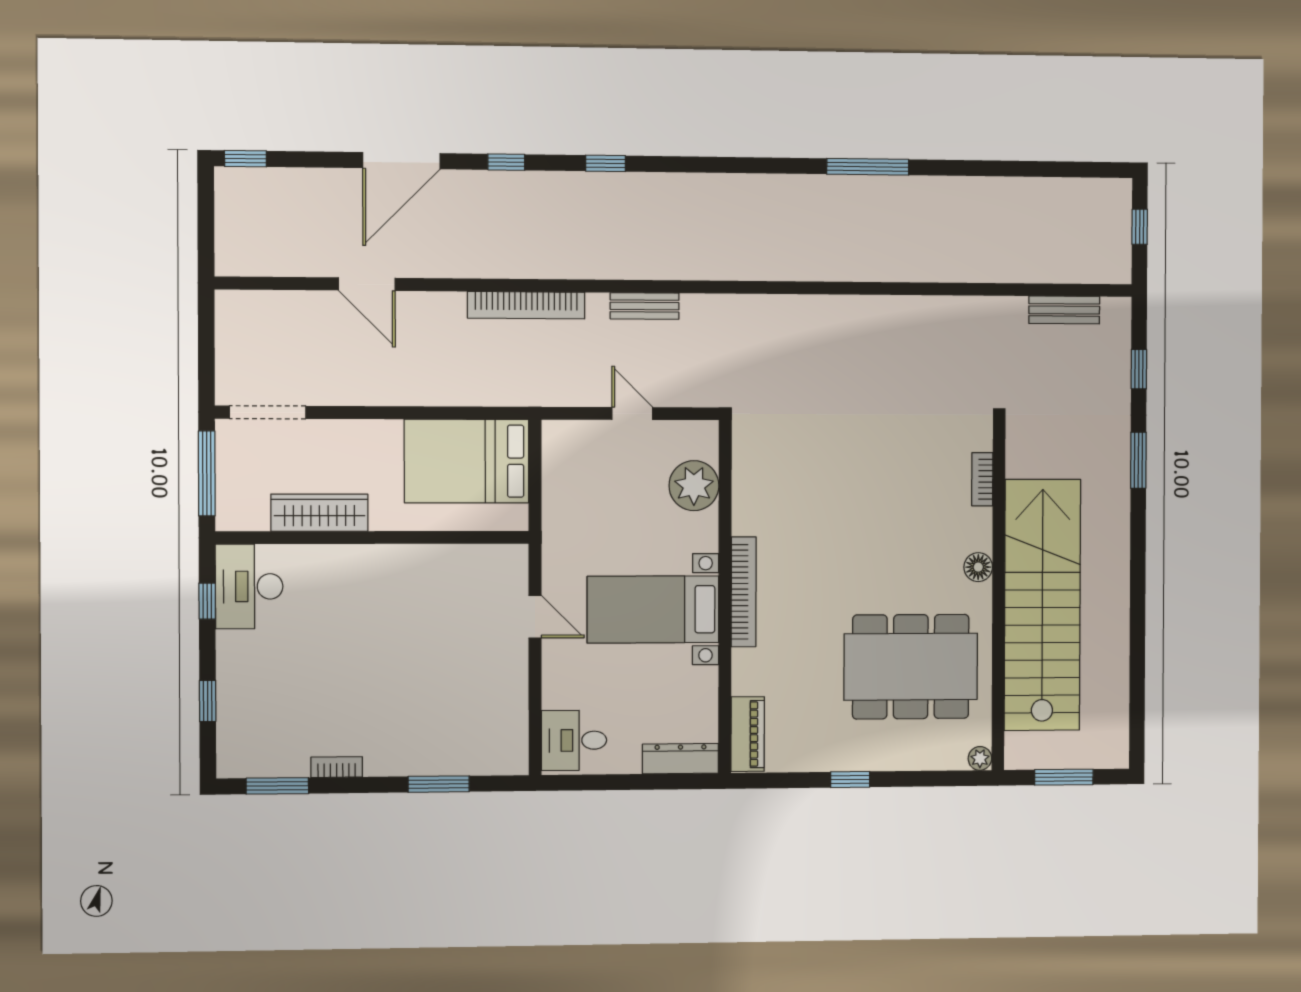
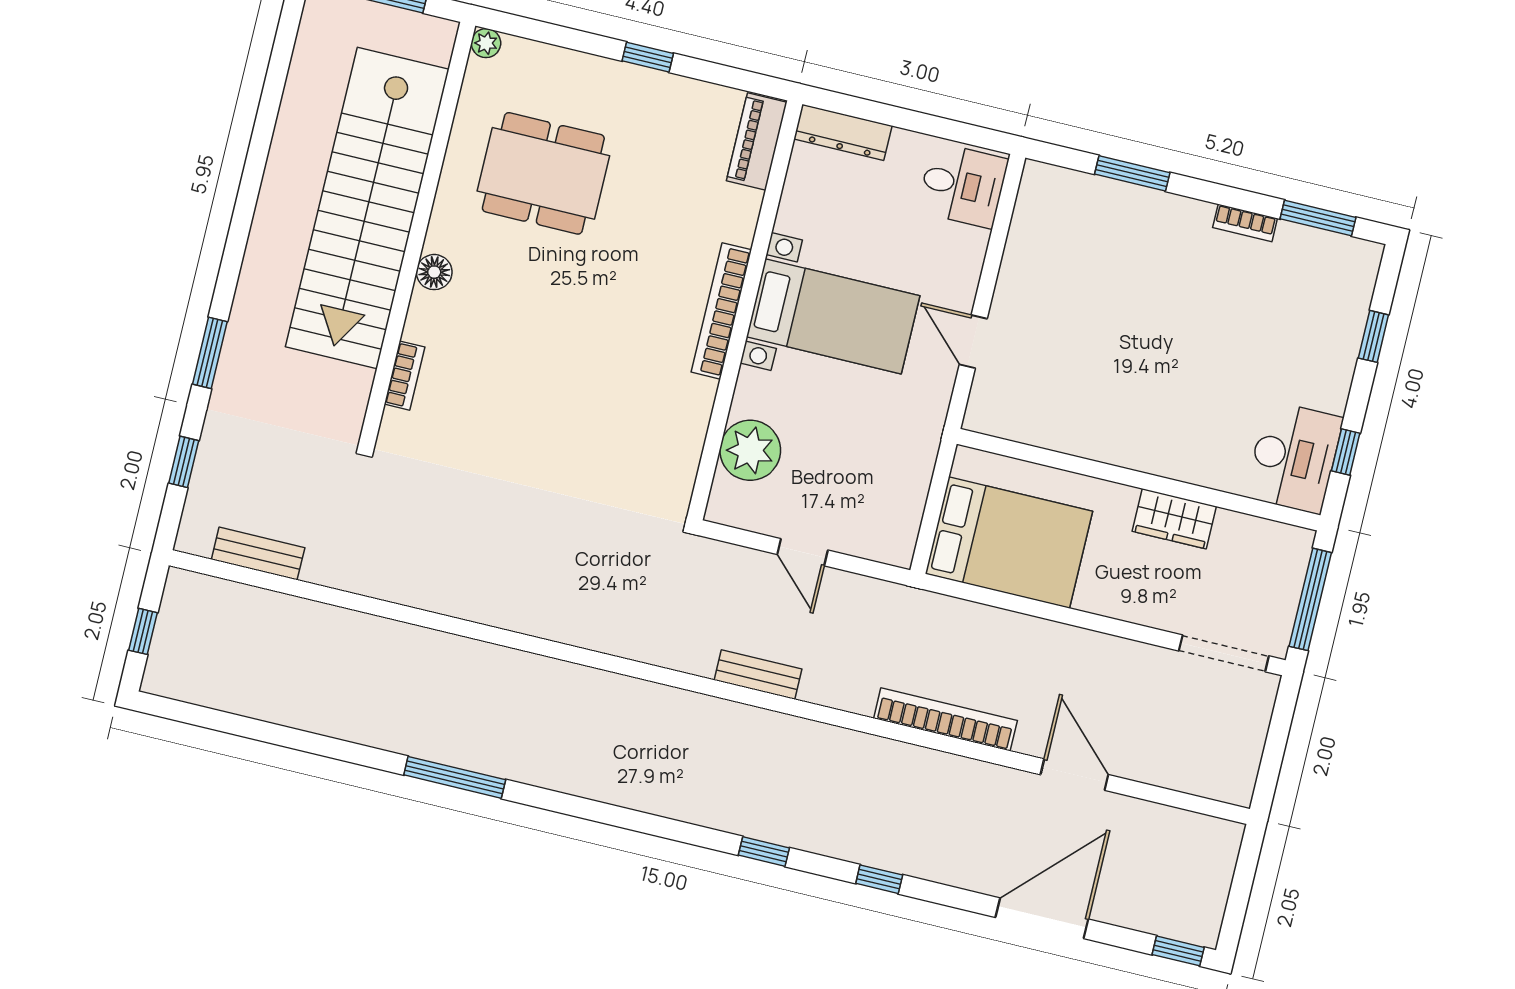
door: (401, 161) -> (1042, 918), moved
bookcase: (526, 305) -> (945, 720), moved
wardrobe: (320, 513) -> (1174, 519), width x0.67
dining table: (911, 667) -> (543, 173), width x0.73, depth x0.80

